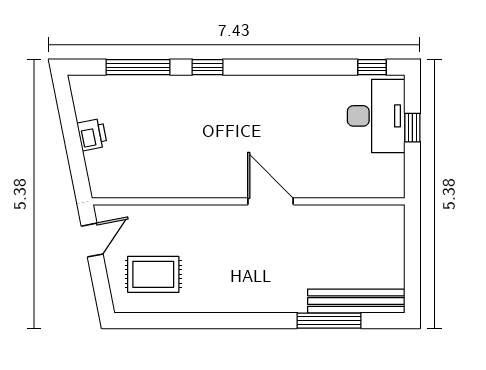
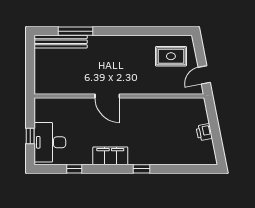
window: (138, 67) -> (179, 169), removed
window: (372, 67) -> (74, 169), moved
filing cabinet: (265, 91) -> (110, 156), added

